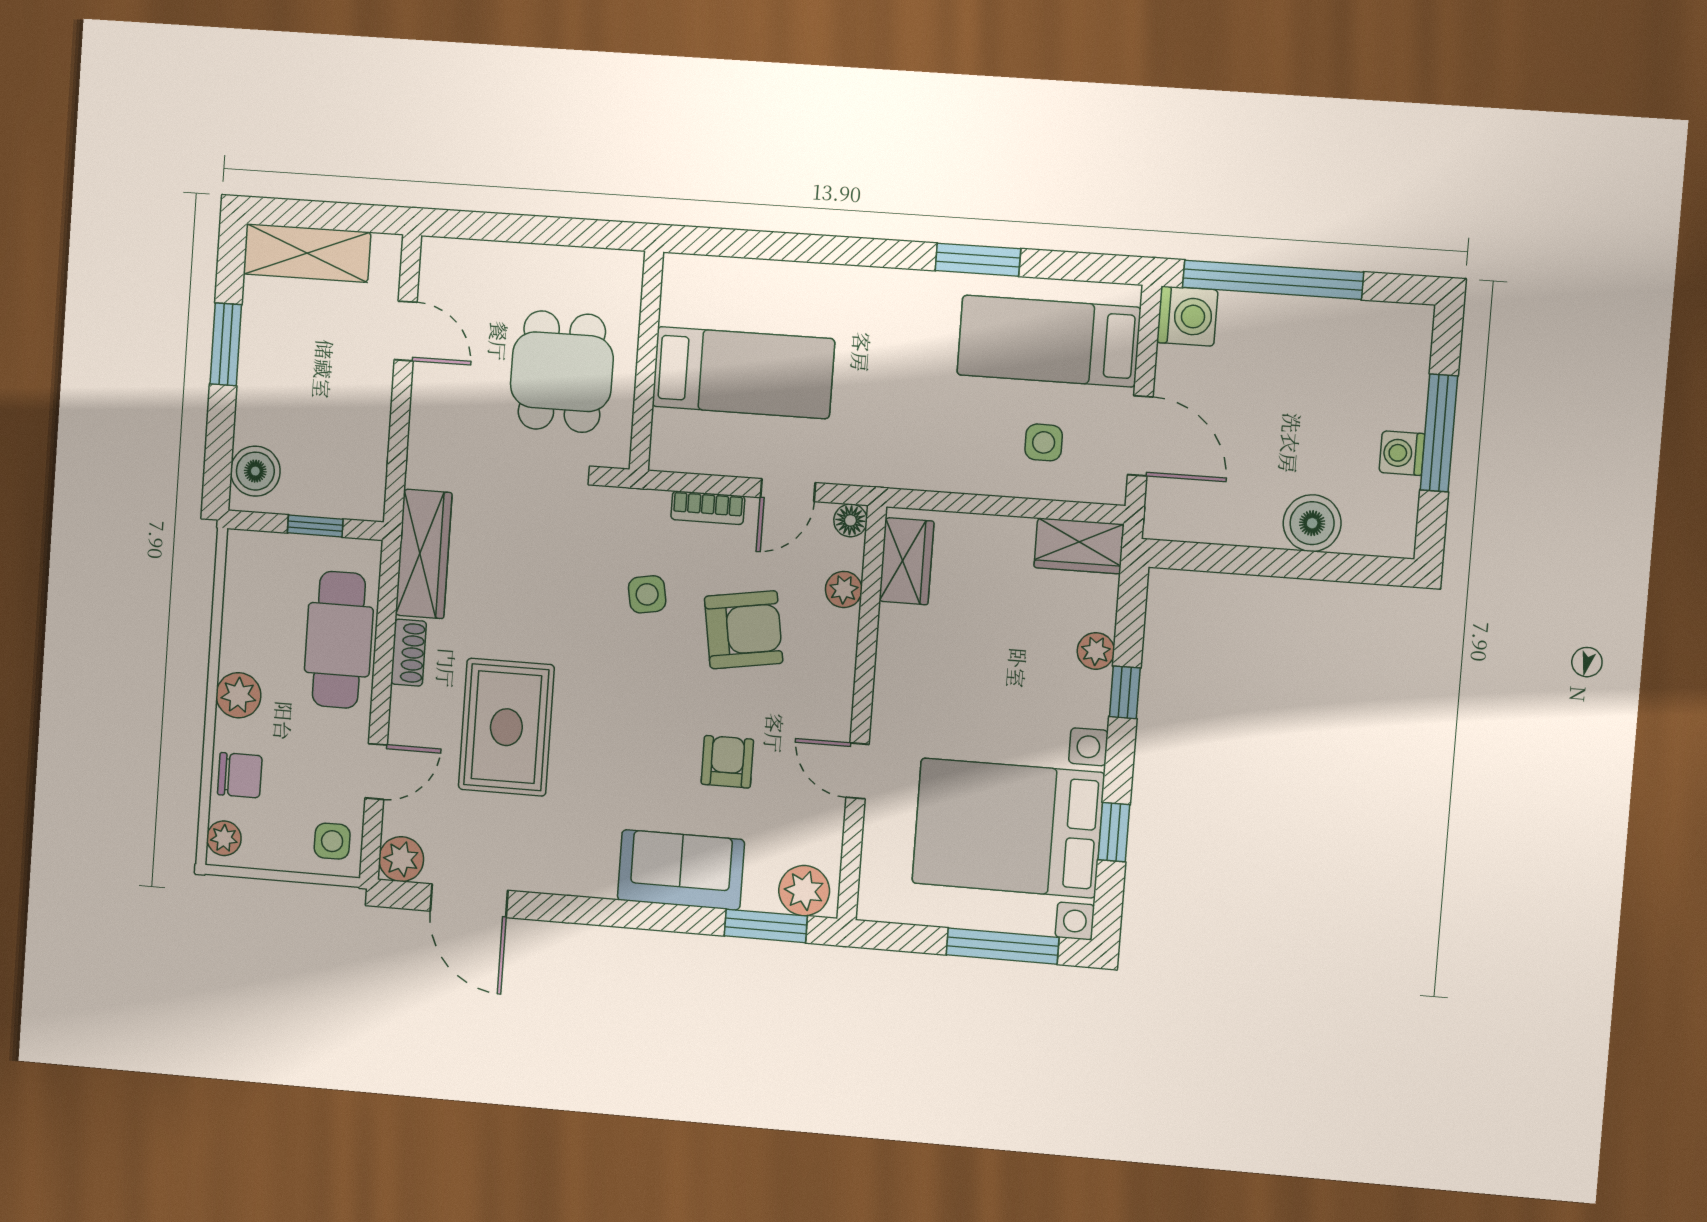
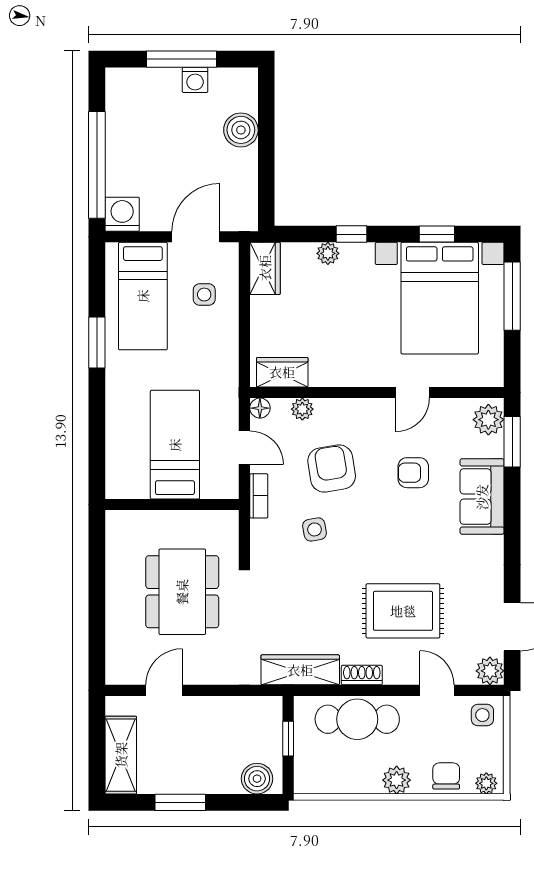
wall: (646, 361) -> (172, 505), moved
dining table: (562, 372) -> (182, 592), width x1.37
bed: (743, 373) -> (175, 445), moved

